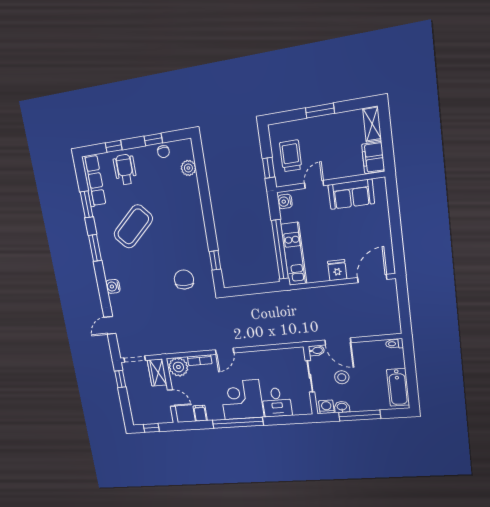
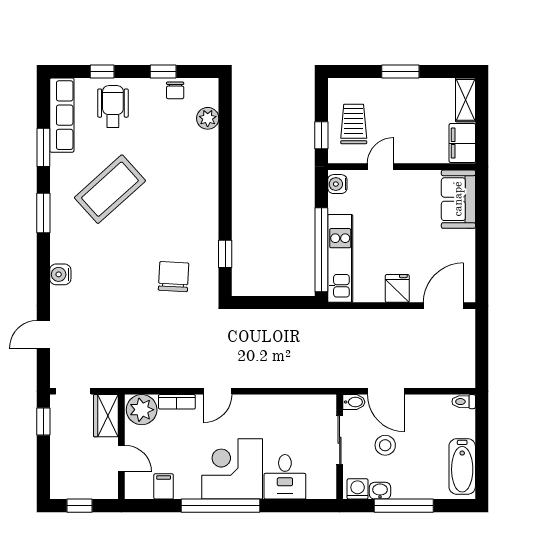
sofa: (351, 194) -> (458, 199), moved, turned 90

